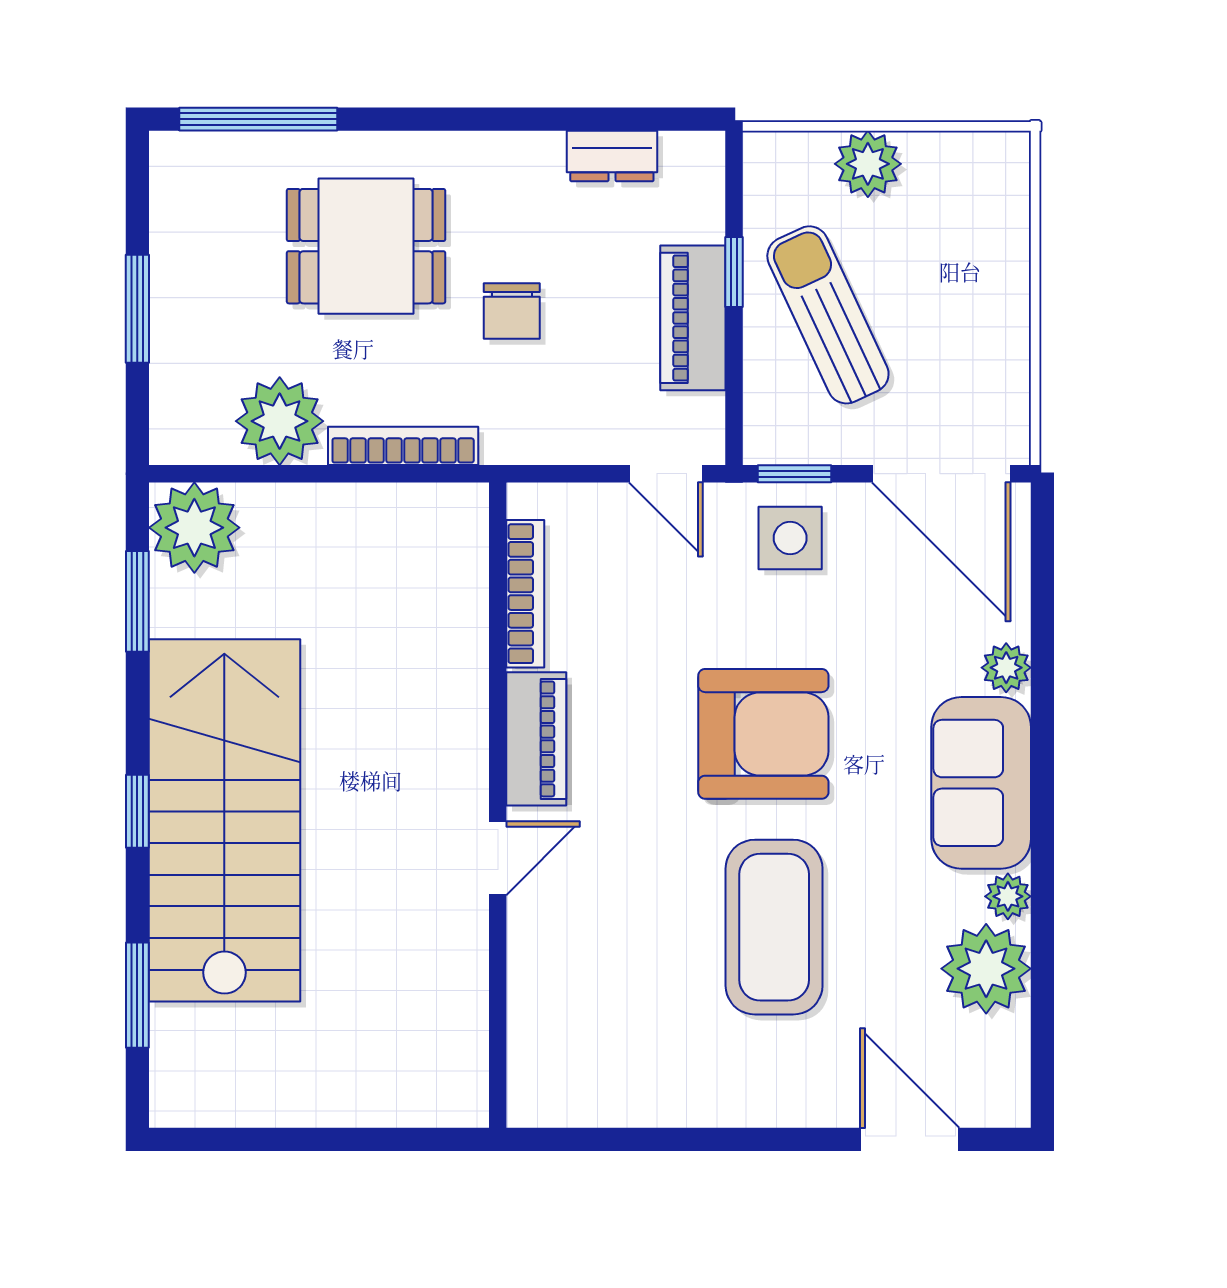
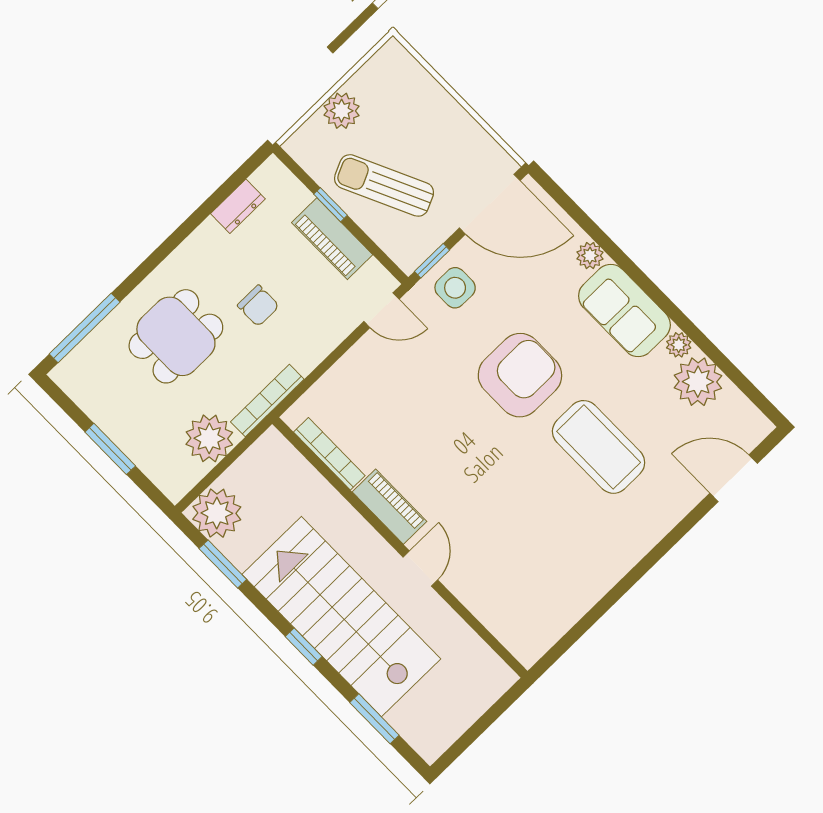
bookcase: (525, 594) -> (329, 454), moved
piano: (536, 739) -> (390, 507), moved
wall: (498, 805) -> (400, 548), moved
door: (498, 858) -> (420, 568), moved

